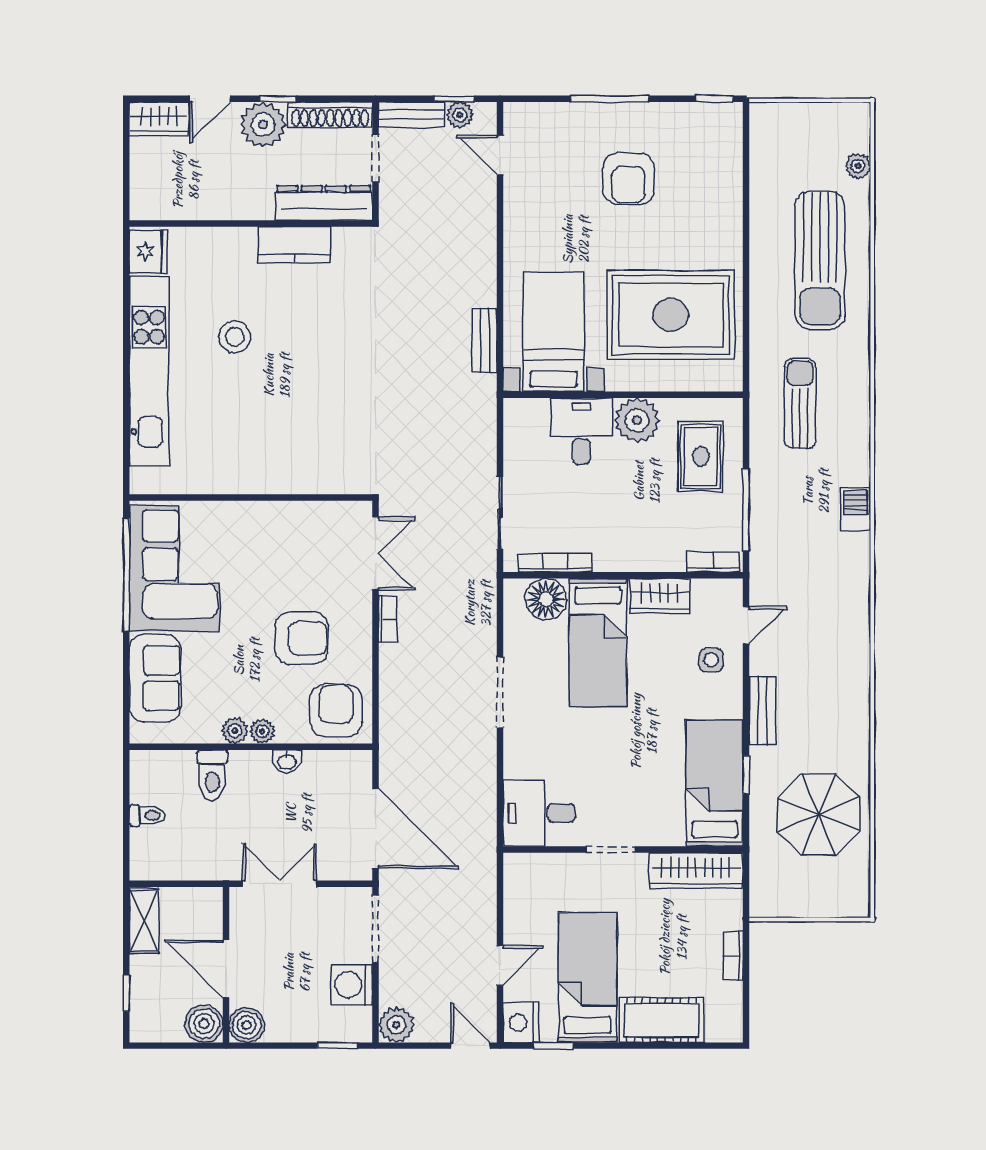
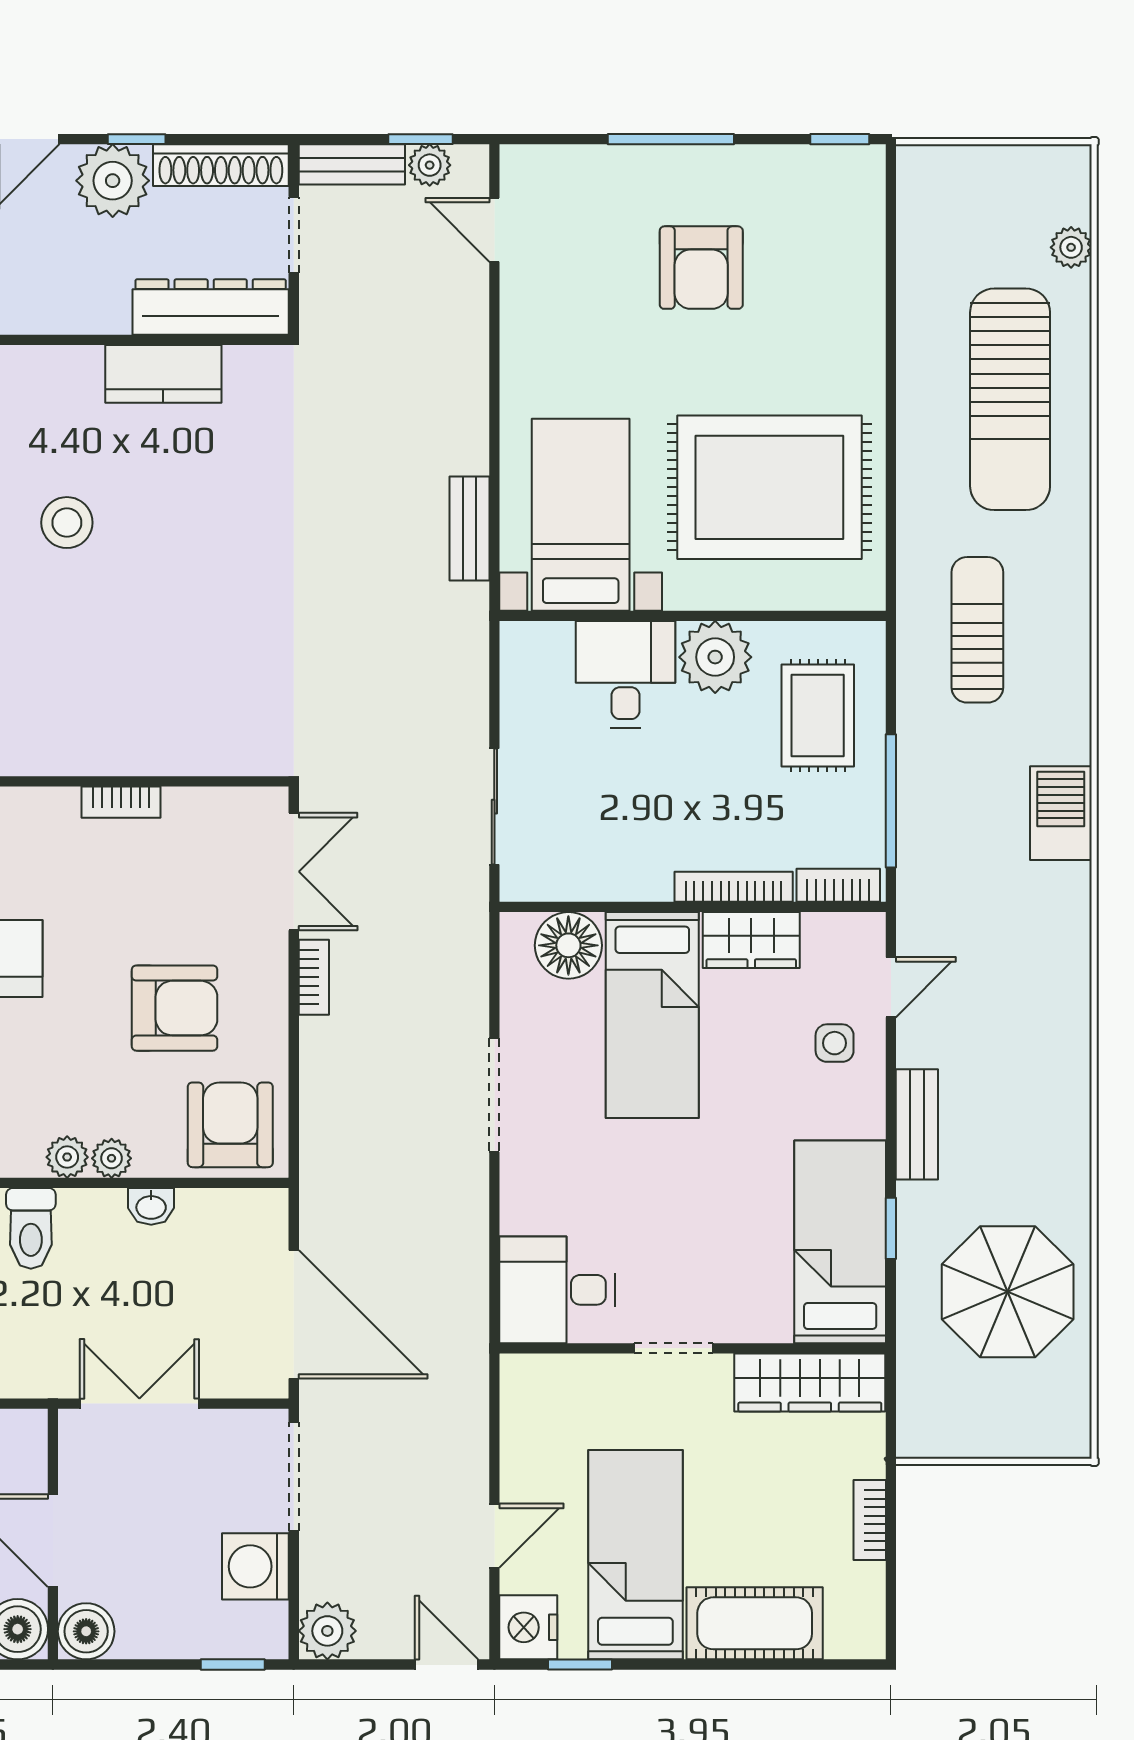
barbecue: (856, 509) -> (1061, 813), width x1.38, depth x1.27
bookcase: (268, 510) -> (121, 802), added
bookcase: (555, 563) -> (734, 887), moved

